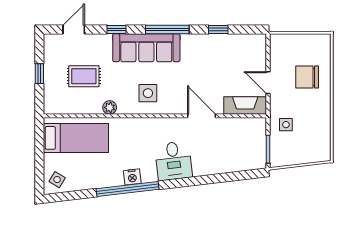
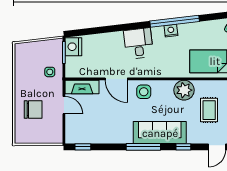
window: (218, 29) -> (83, 147), moved
rug: (84, 76) -> (209, 110), turned 90
side table: (148, 93) -> (144, 92), moved
plant: (110, 107) -> (184, 90), width x1.88, depth x1.88
nightstand: (256, 157) -> (73, 47), added

